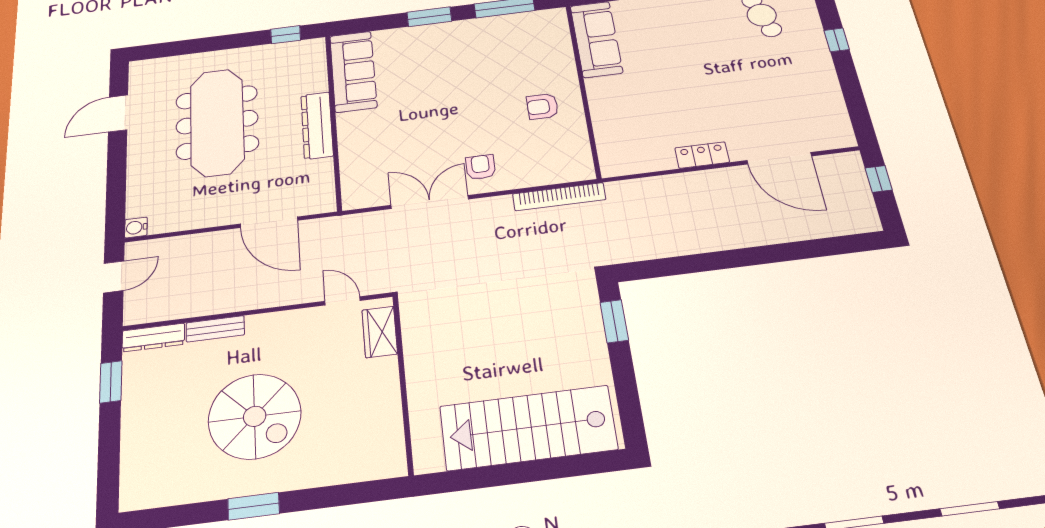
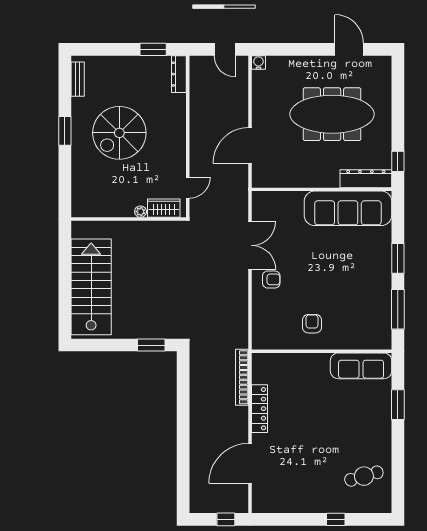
sofa: (353, 71) -> (348, 208), width x1.36, depth x1.27
dresser: (317, 125) -> (366, 179), moved
locker: (702, 155) -> (260, 409), width x1.53
bookcase: (559, 197) -> (242, 377), moved
bench: (215, 329) -> (78, 79), moved
plant: (389, 366) -> (141, 212), added

